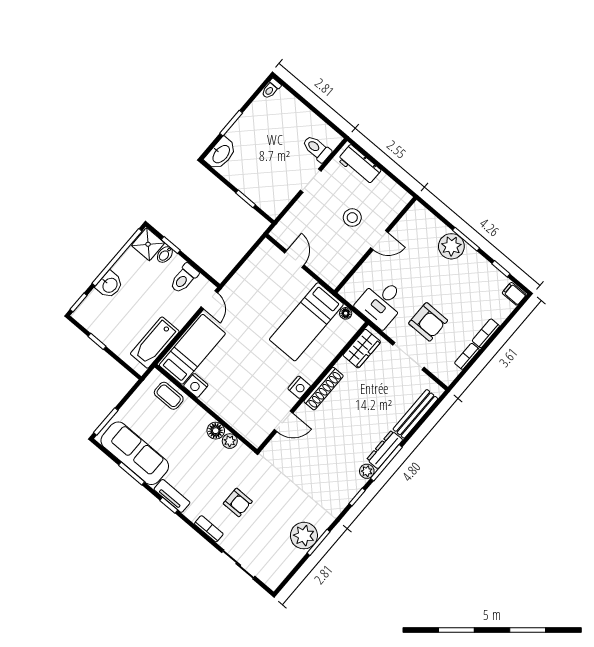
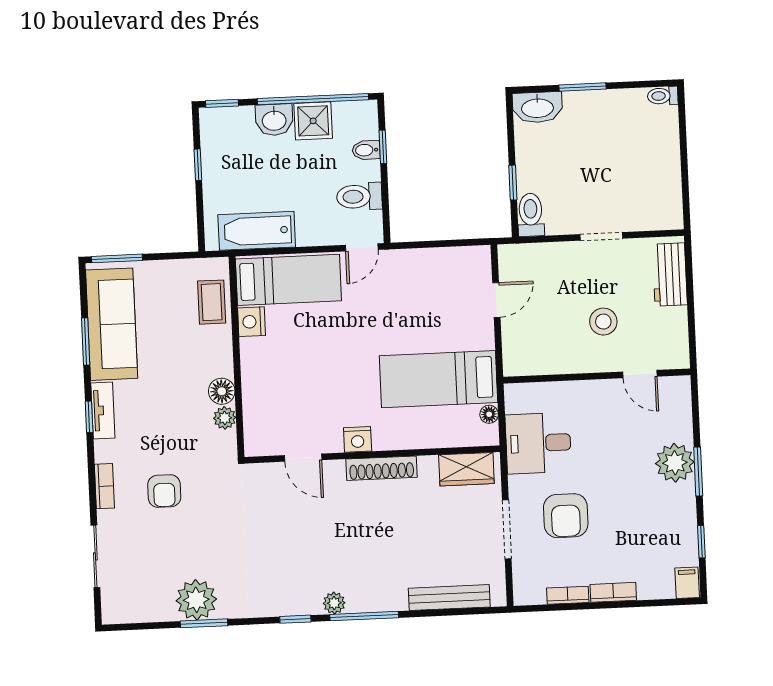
toilet: (317, 149) -> (531, 215), moved
door: (379, 240) -> (640, 374), moved
shower: (148, 244) -> (313, 121), moved
dresser: (385, 450) -> (377, 601), removed

